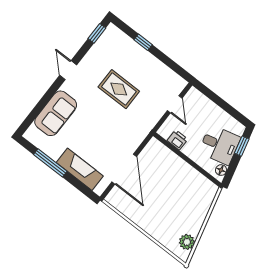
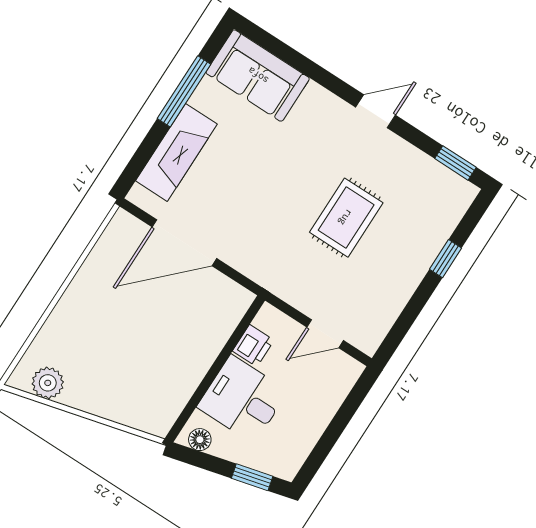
sofa: (56, 113) -> (258, 76), moved
desk: (220, 145) -> (242, 399), moved, turned 104

